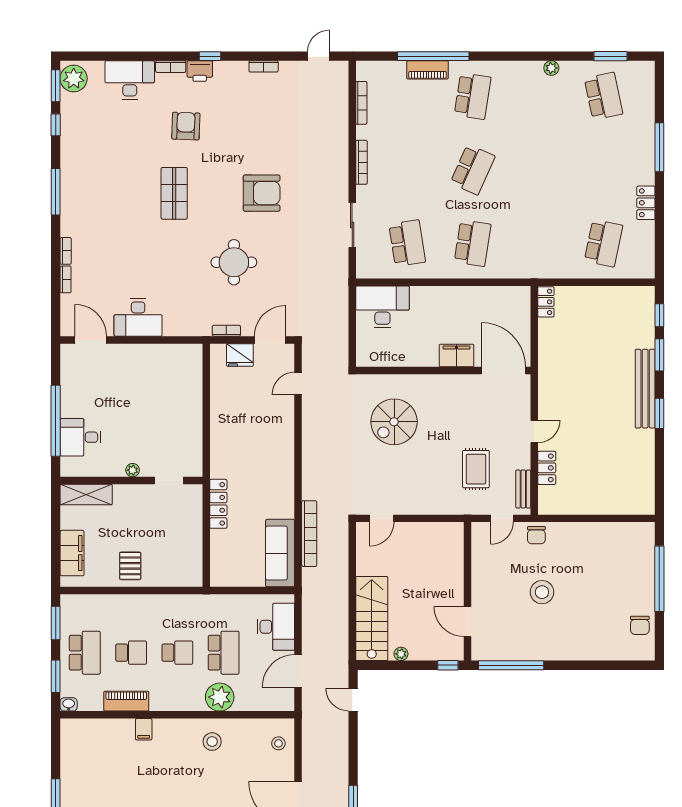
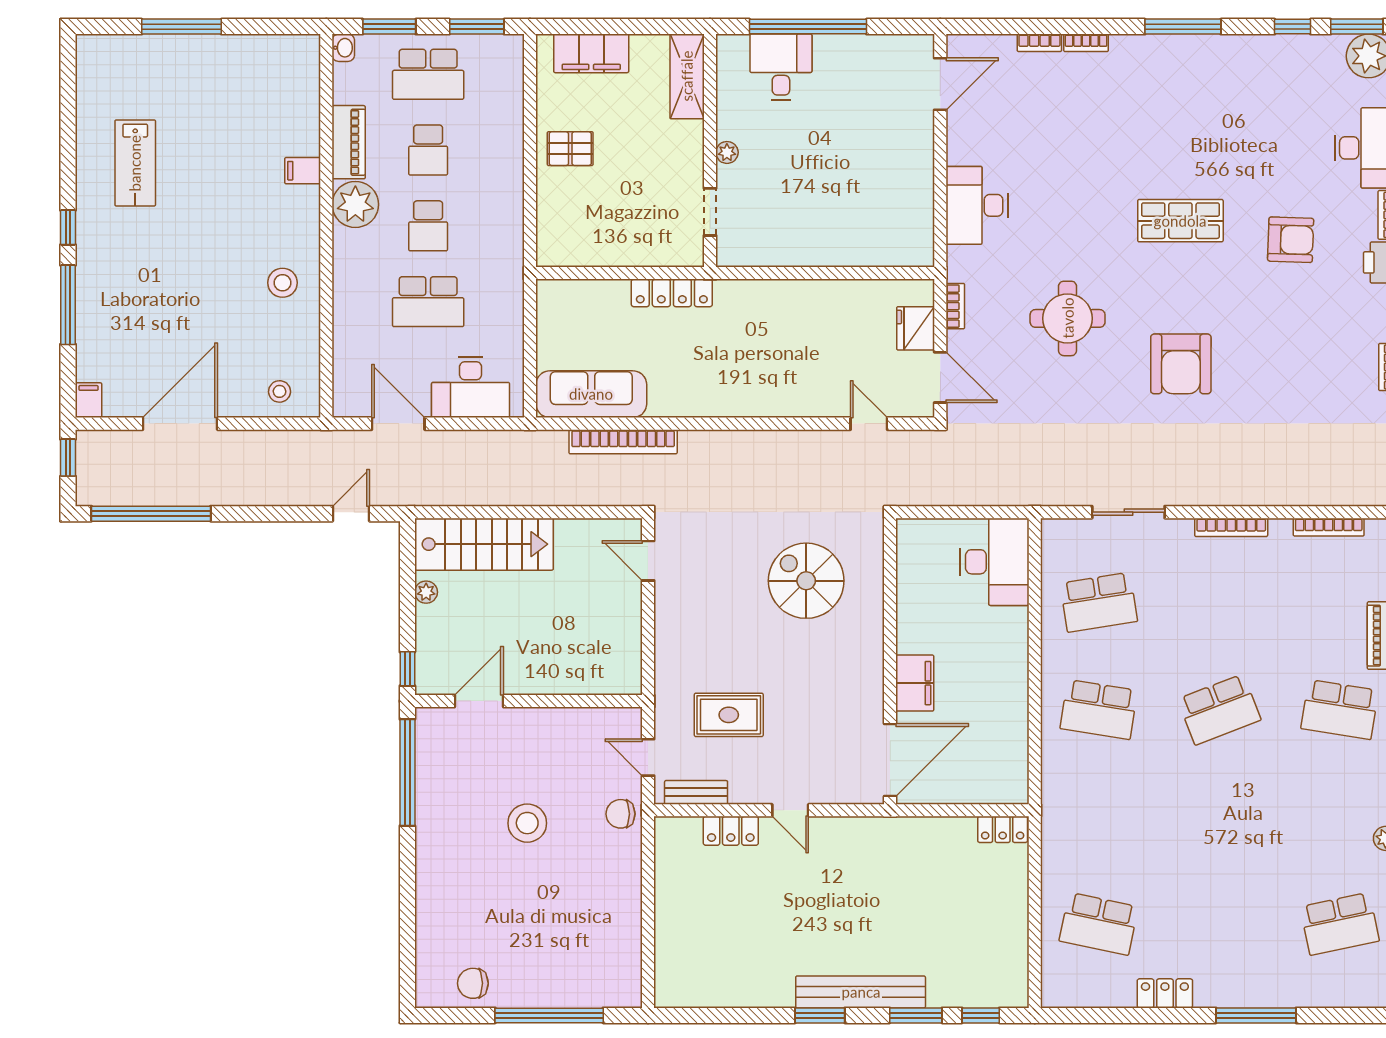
school desk: (473, 170) -> (1219, 709), turned -45
desk: (138, 318) -> (977, 205), moved
plant: (220, 697) -> (355, 204), moved

